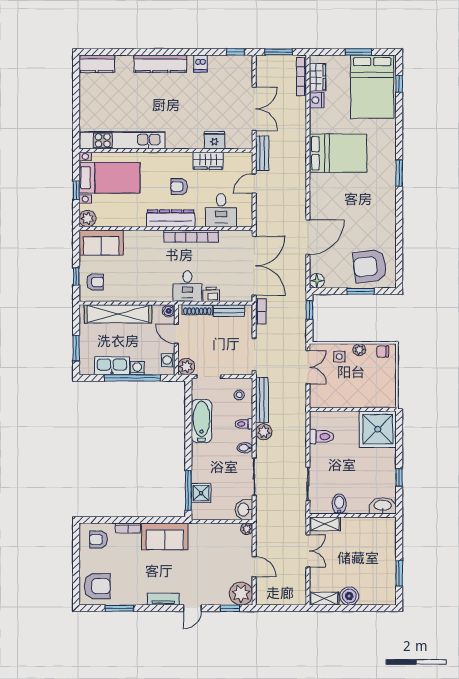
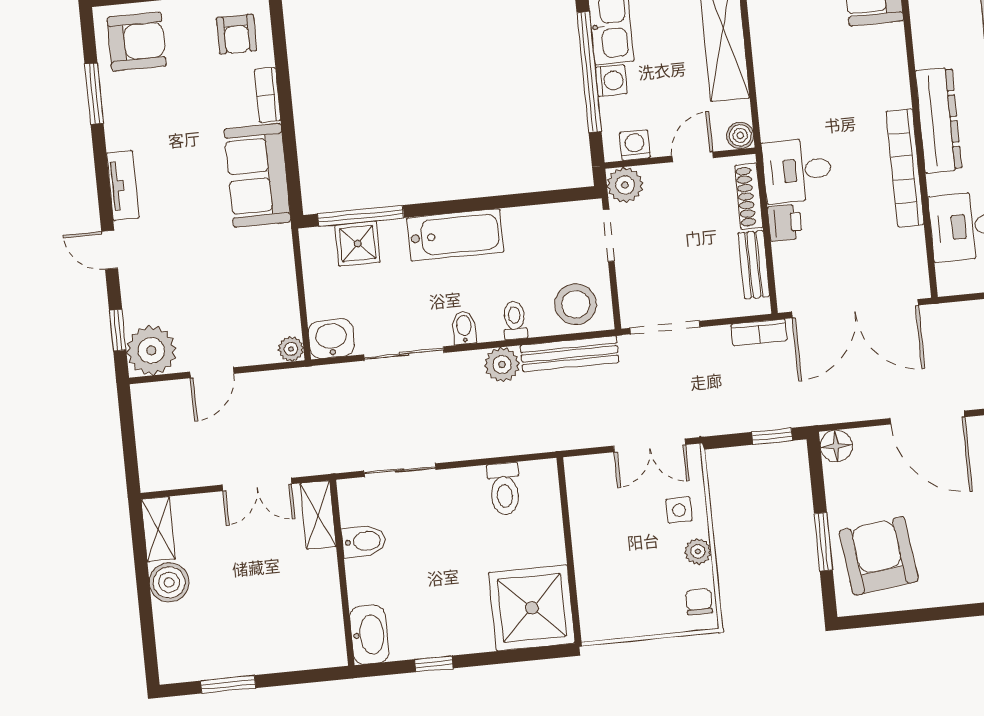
stool: (239, 395) -> (576, 304), width x1.89, depth x1.89
bathtub: (202, 421) -> (455, 235), moved
armchair: (98, 540) -> (236, 34), turned 180
armchair: (97, 586) -> (137, 42), turned -90

